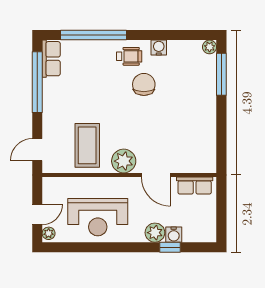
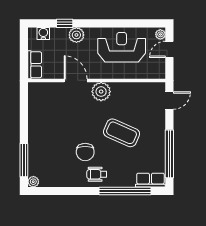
water cooler: (159, 48) -> (73, 181), removed
row of seats: (51, 59) -> (150, 180), moved, turned 90
coffee table: (87, 145) -> (122, 133), moved, turned -66
row of seats: (195, 186) -> (35, 65), moved, turned 90
water cooler: (174, 235) -> (43, 33), moved

